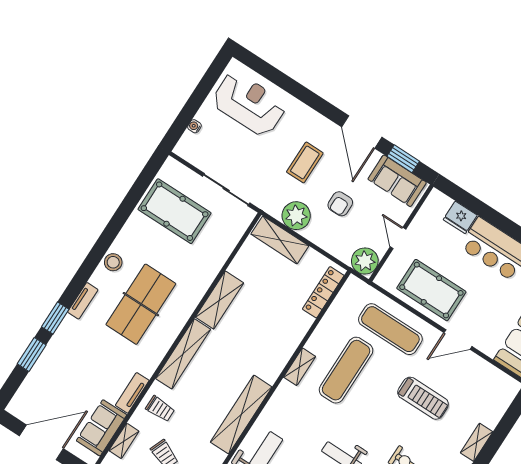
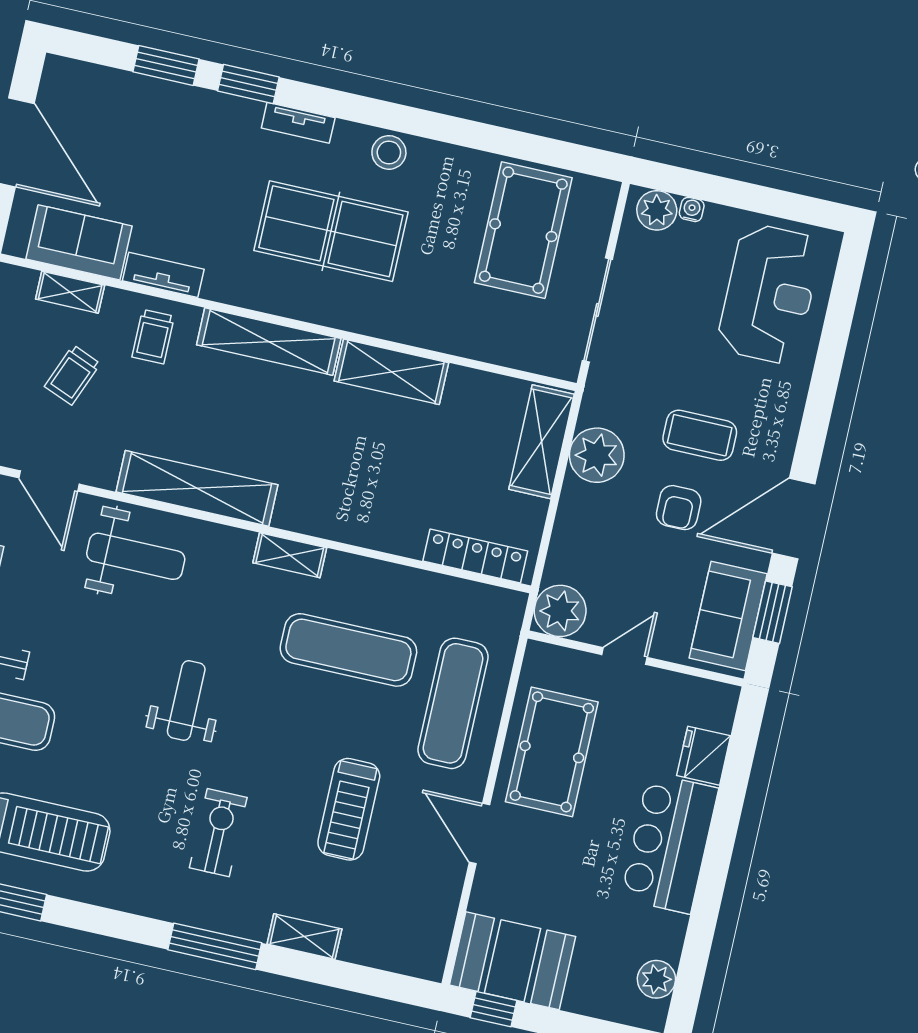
plant: (189, 143) -> (657, 210), added
armchair: (340, 204) -> (679, 508), moved, turned -90
shelving: (300, 367) -> (290, 555), moved

